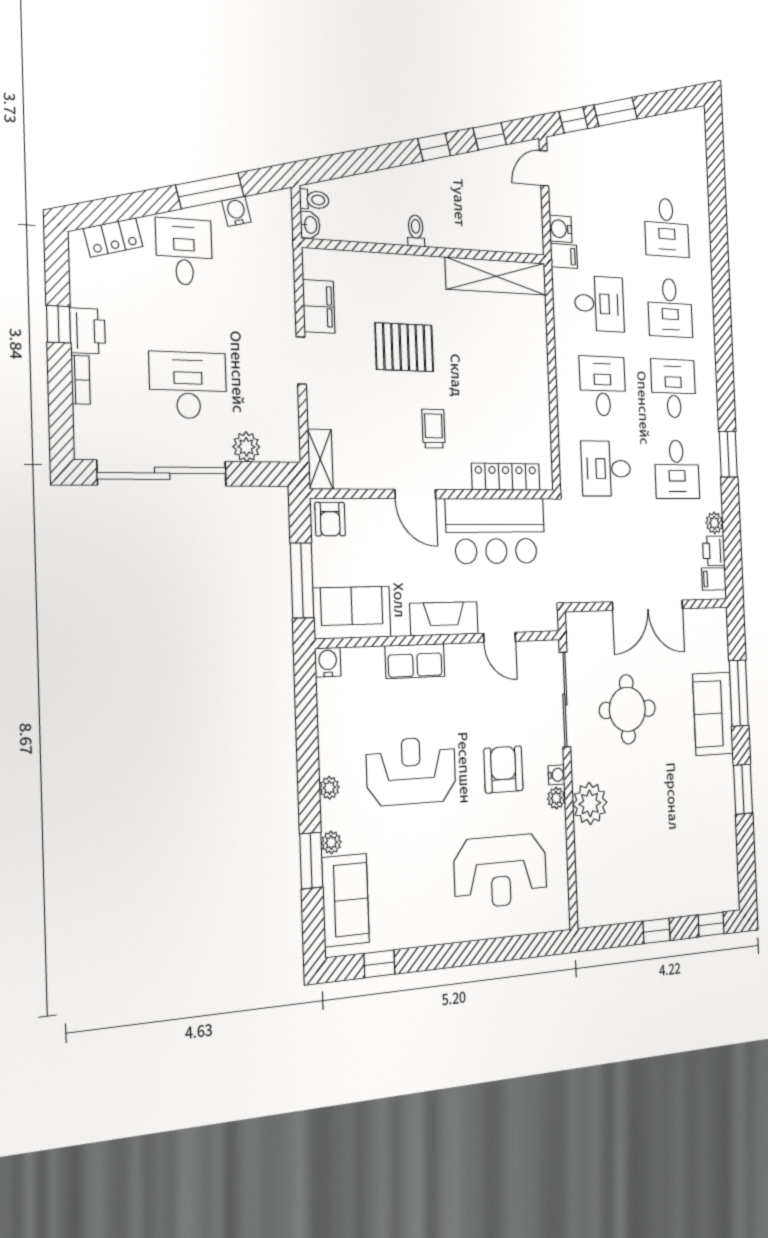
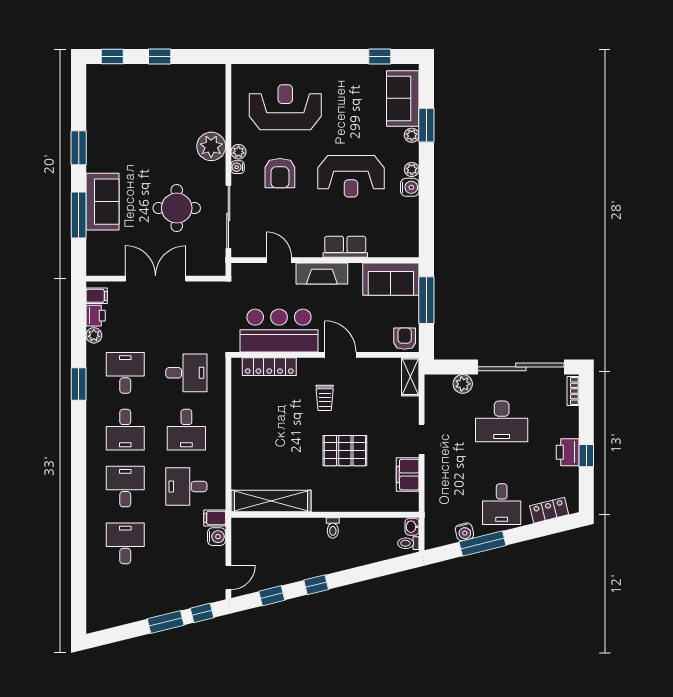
bookcase: (81, 380) -> (573, 391), moved
water cooler: (328, 662) -> (410, 187), moved, turned -90

